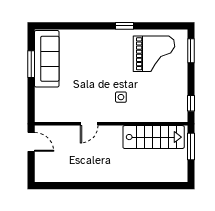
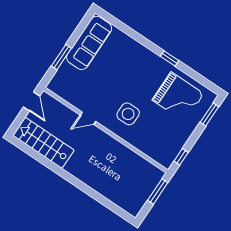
window: (31, 64) -> (61, 57), moved
side table: (121, 97) -> (128, 114), width x1.87, depth x1.87
stairs: (154, 137) -> (43, 143), moved, turned 180

